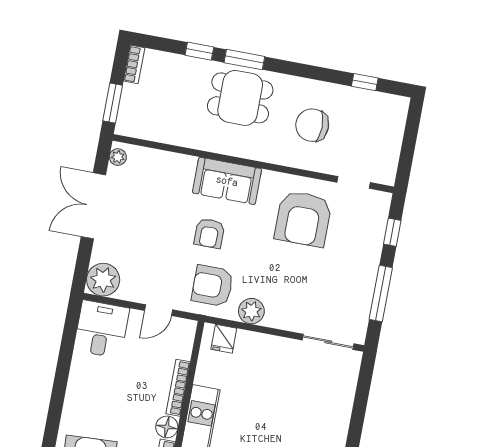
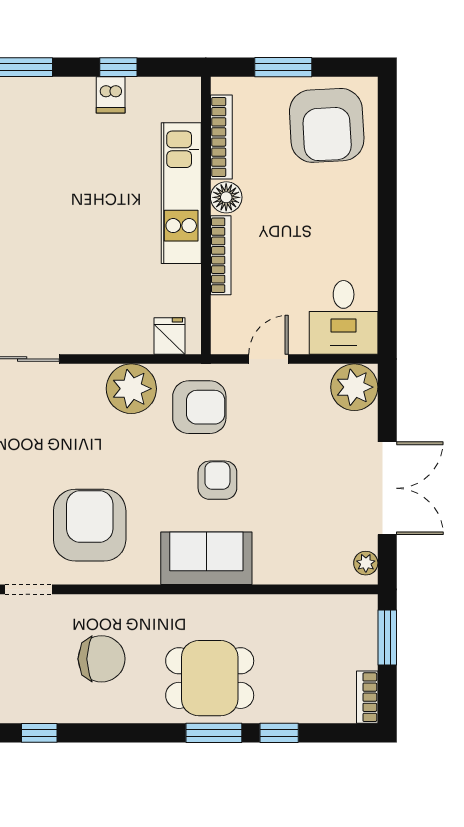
plant: (251, 311) -> (131, 389), width x1.36, depth x1.36

